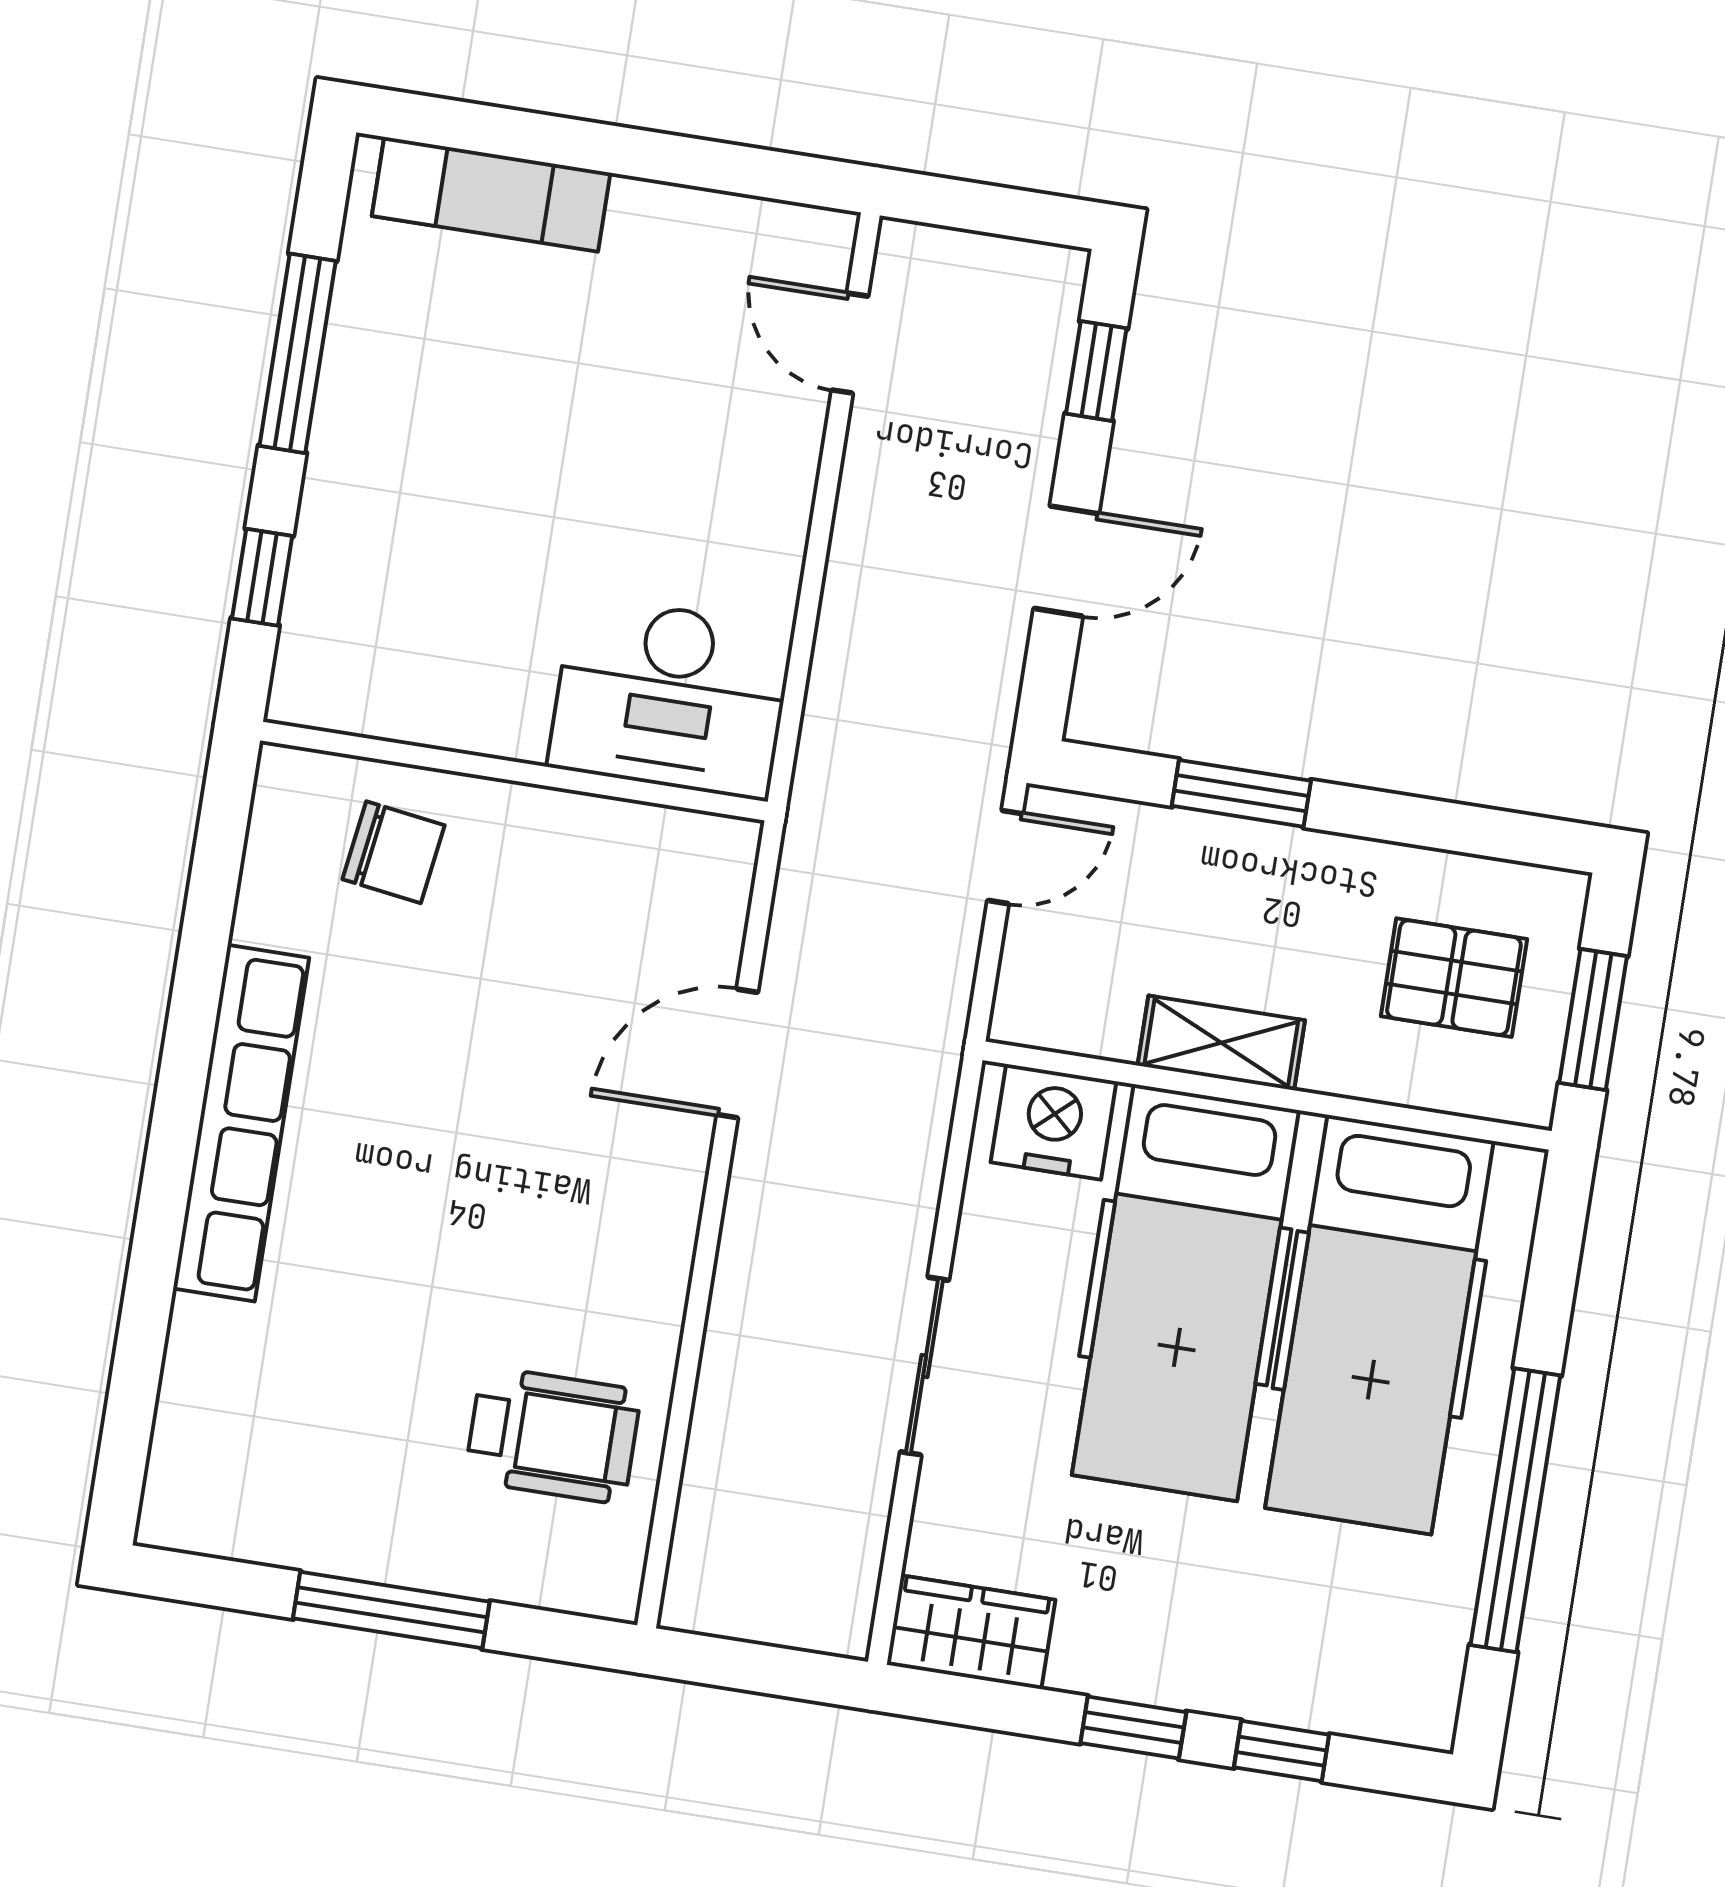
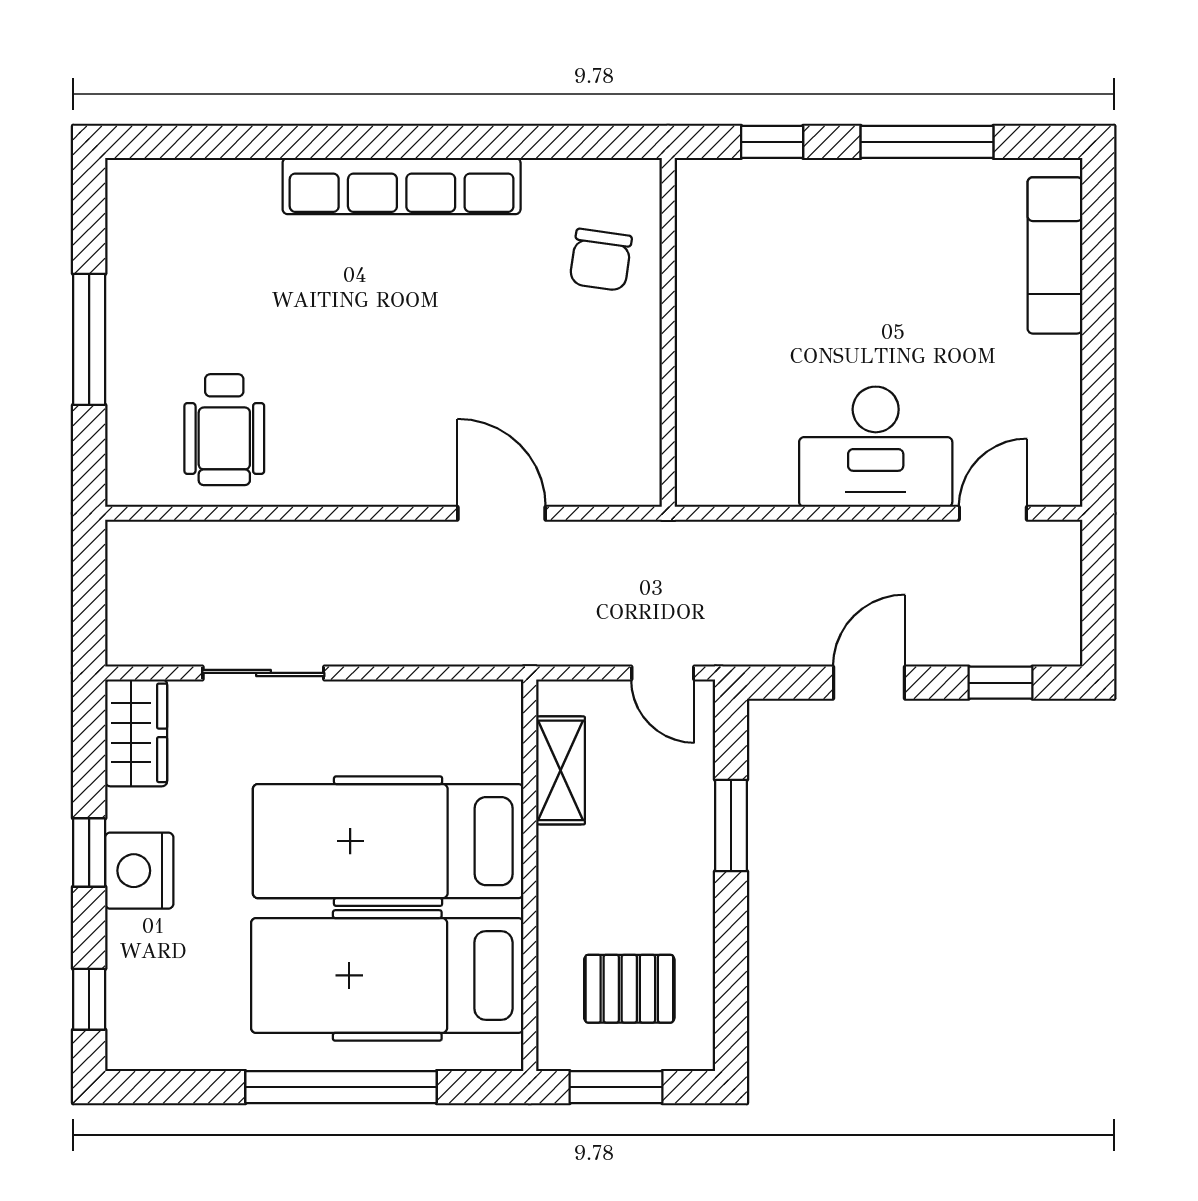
door: (1066, 561) -> (869, 683), swing flipped
desk: (671, 697) -> (876, 447), moved, turned -90
pallet: (1454, 978) -> (629, 989), turned 90
shelving: (1221, 1043) -> (560, 770), moved
nightstand: (1054, 1122) -> (139, 871), moved, turned 180
sliding door: (924, 1366) -> (263, 673), moved
window: (1515, 1510) -> (341, 1087), moved
window: (1281, 1751) -> (89, 999), moved

